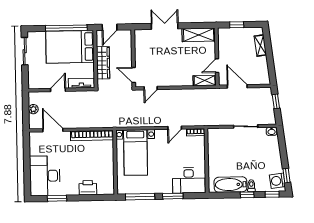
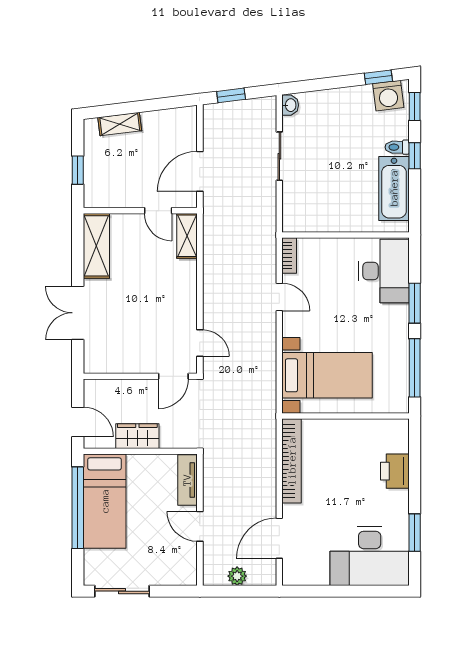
bed: (70, 47) -> (105, 501), width x0.67
wardrobe: (103, 63) -> (137, 436), width x0.67

